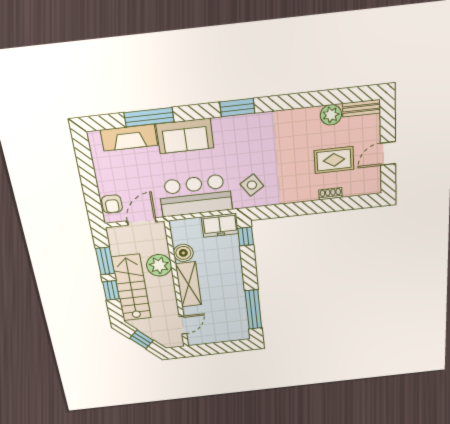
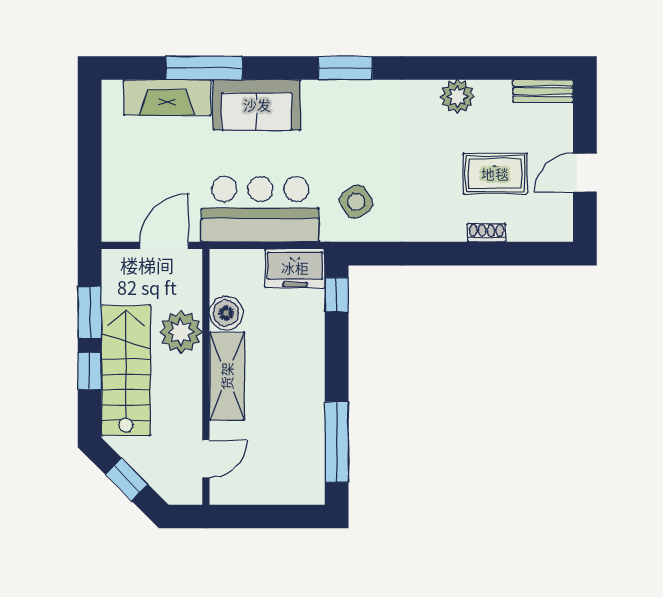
plant: (331, 115) -> (458, 97), moved
armchair: (112, 204) -> (120, 208), removed

